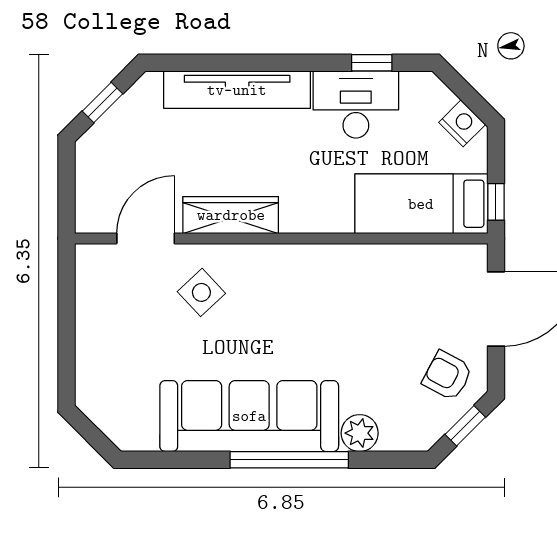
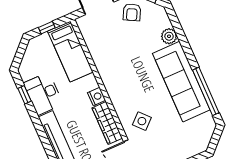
nightstand: (462, 123) -> (97, 97), moved, turned 135
window: (496, 202) -> (47, 28), moved
window: (289, 460) -> (206, 91), moved

